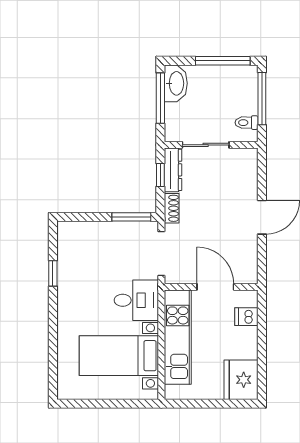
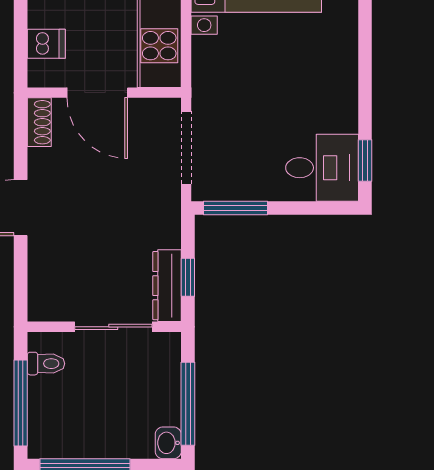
washbasin: (176, 83) -> (168, 443), width x0.52, depth x0.69
shoe rack: (172, 208) -> (39, 122), moved, turned 180
window: (53, 273) -> (365, 161), moved
desk: (136, 300) -> (322, 168), moved, turned 180

